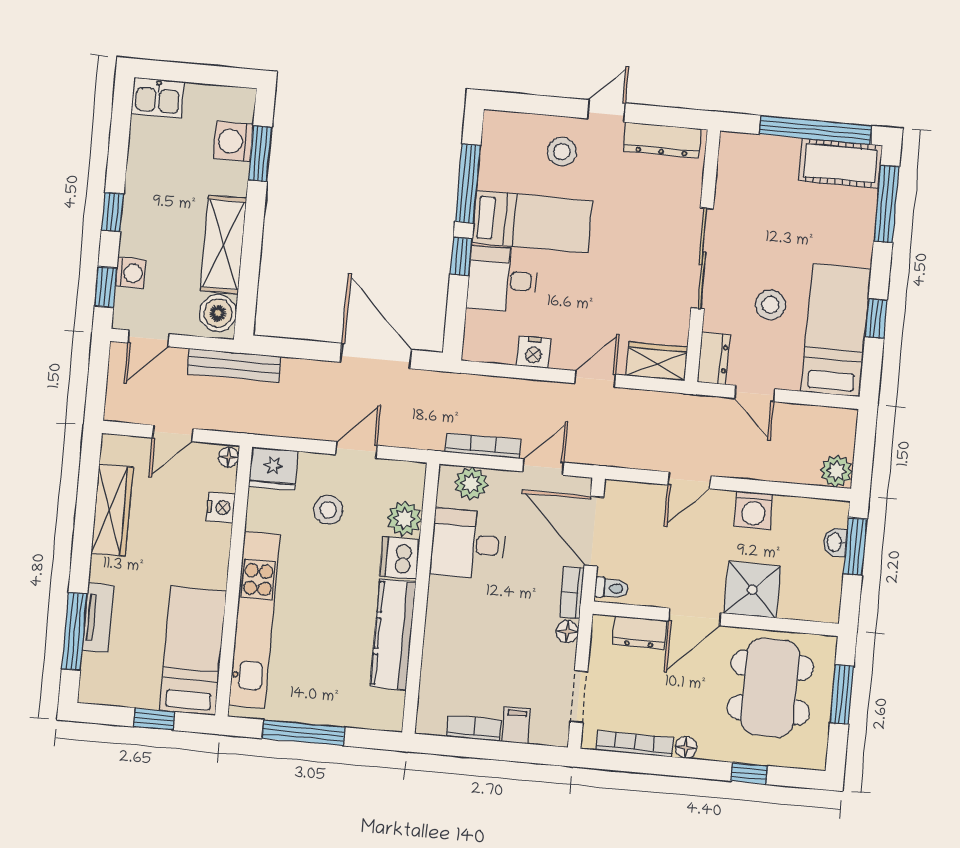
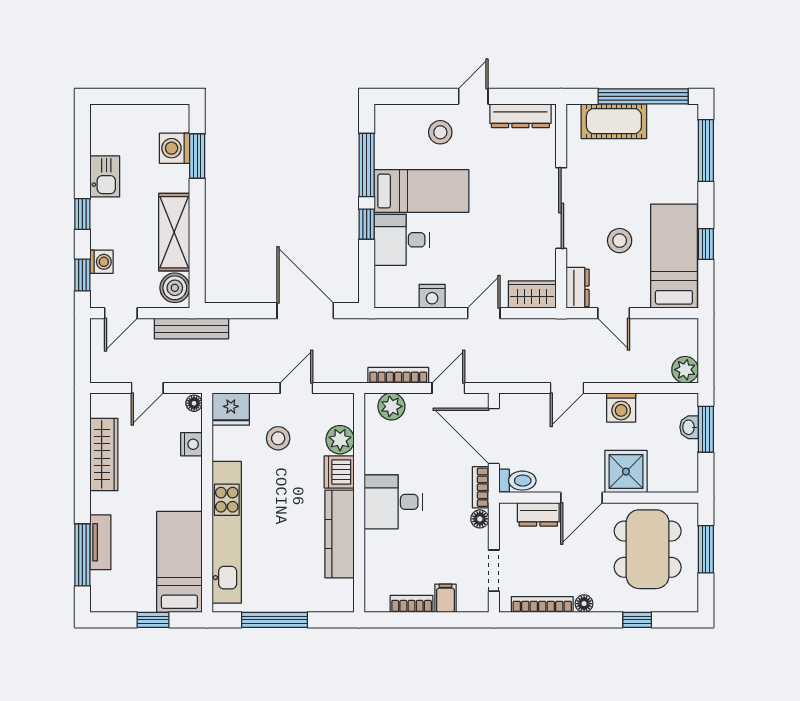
kitchen sink: (158, 98) -> (105, 176), moved, turned -90
cot: (840, 163) -> (614, 121), moved
desk: (468, 544) -> (393, 502), moved
toilet: (612, 588) -> (518, 481), width x1.37, depth x1.39

